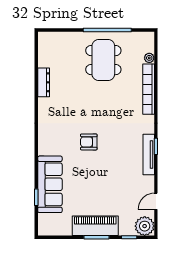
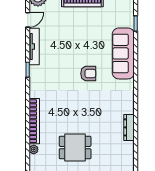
dining table: (103, 60) -> (75, 148), width x0.73
tv unit: (149, 154) -> (34, 46), moved
sofa: (50, 184) -> (123, 53), moved

